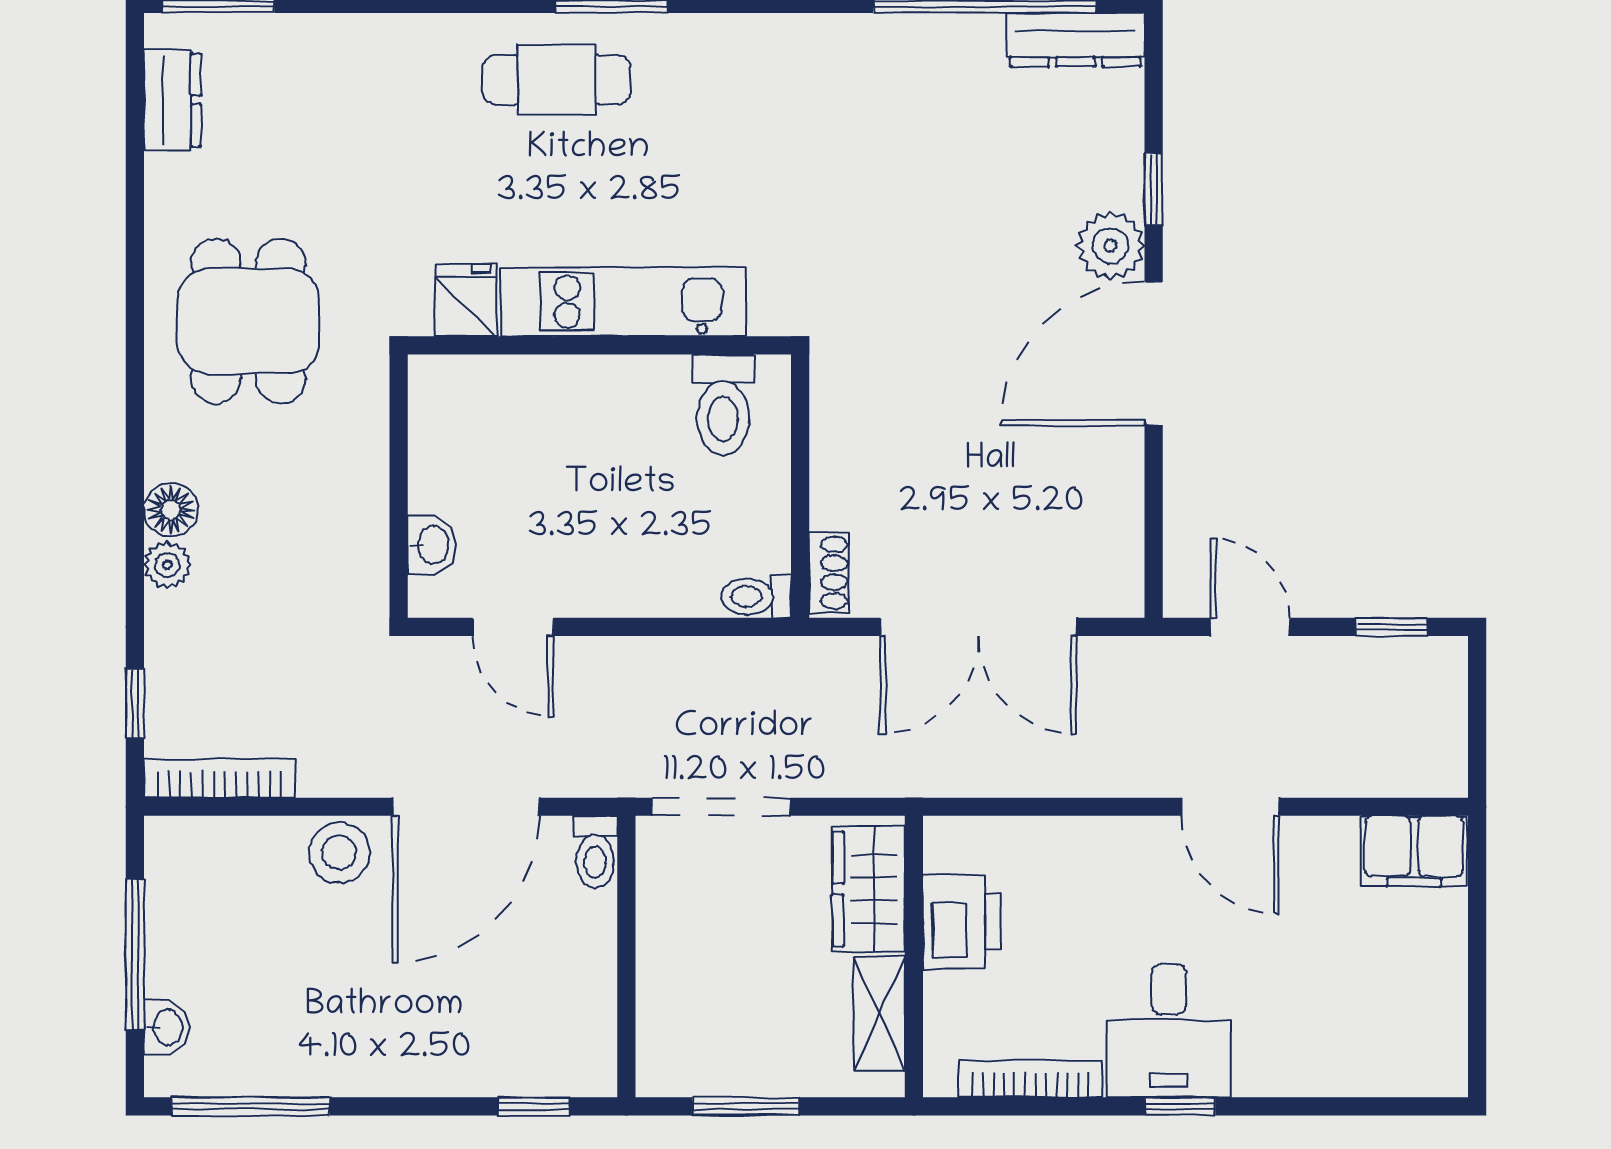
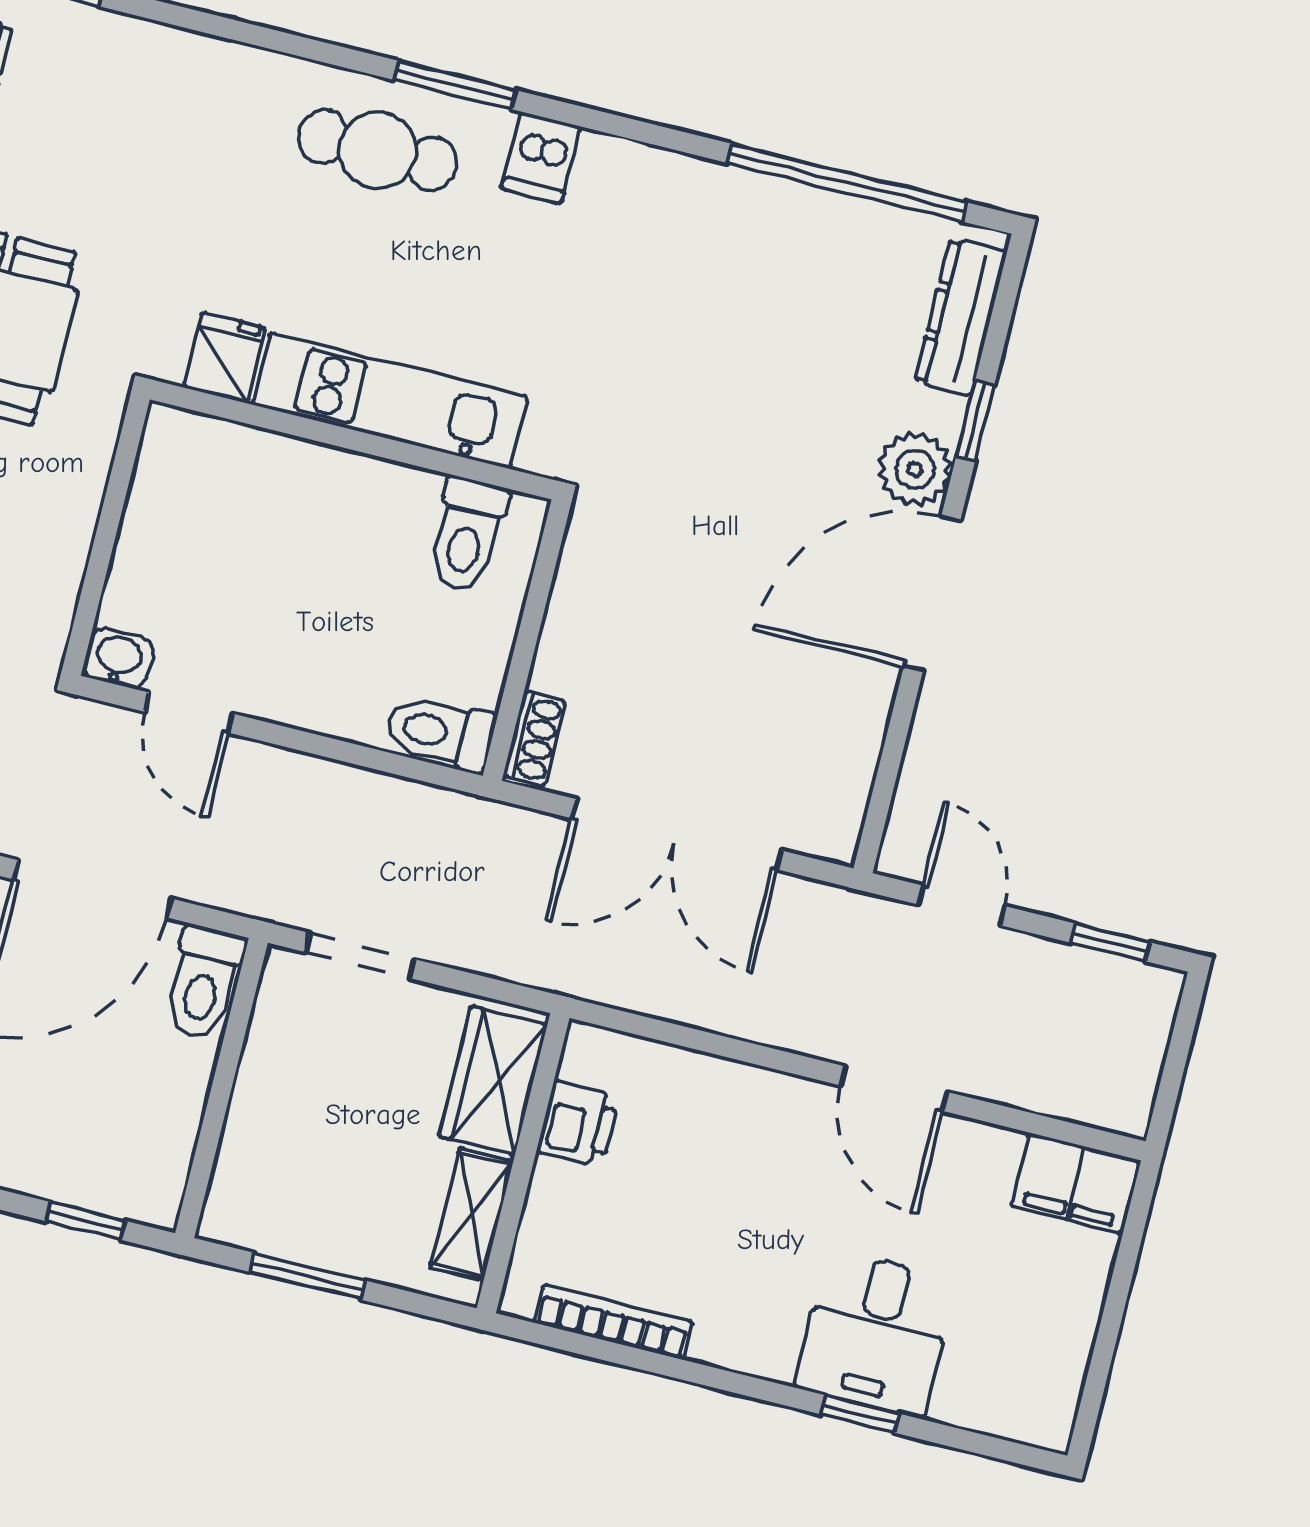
dresser: (1076, 40) -> (961, 317), moved, turned 90
dishwasher: (705, 50) -> (541, 158), added
washbasin: (432, 545) -> (118, 658), moved, turned -90
toilet: (756, 596) -> (440, 732), width x1.37, depth x1.39
doorway: (721, 807) -> (360, 956), width x0.73
toilet: (595, 852) -> (204, 983), width x1.37, depth x1.39
printer: (962, 922) -> (578, 1124), width x0.73, depth x0.81
desk: (1169, 1031) -> (876, 1333), moved
window: (1180, 1106) -> (860, 1414), moved

